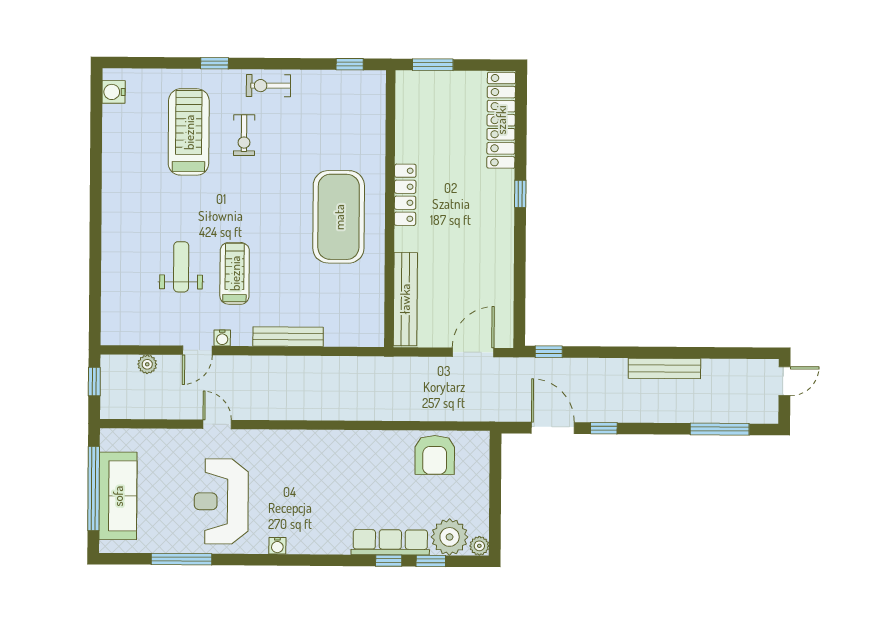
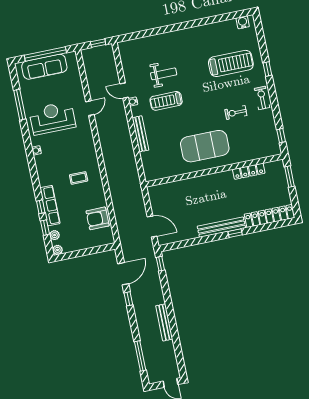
exercise bike: (244, 135) -> (236, 112), moved
locker: (405, 195) -> (249, 171), moved
treadmill: (235, 273) -> (166, 101), turned 180
bench: (405, 299) -> (221, 227), moved
plant: (147, 364) -> (112, 67), removed
coffee table: (348, 475) -> (79, 178), added
plant: (450, 537) -> (55, 235), width x0.53, depth x0.53

